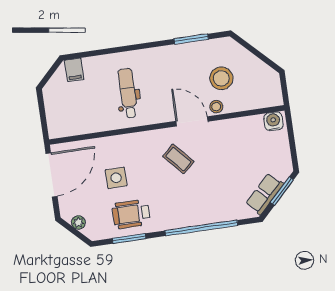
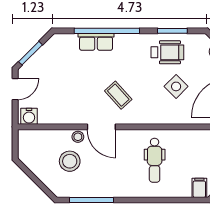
window: (191, 39) -> (91, 200), width x1.44
door: (293, 149) -> (15, 89), added
side table: (116, 178) -> (176, 86), turned 45
row of seats: (265, 194) -> (96, 42), moved, turned 45

